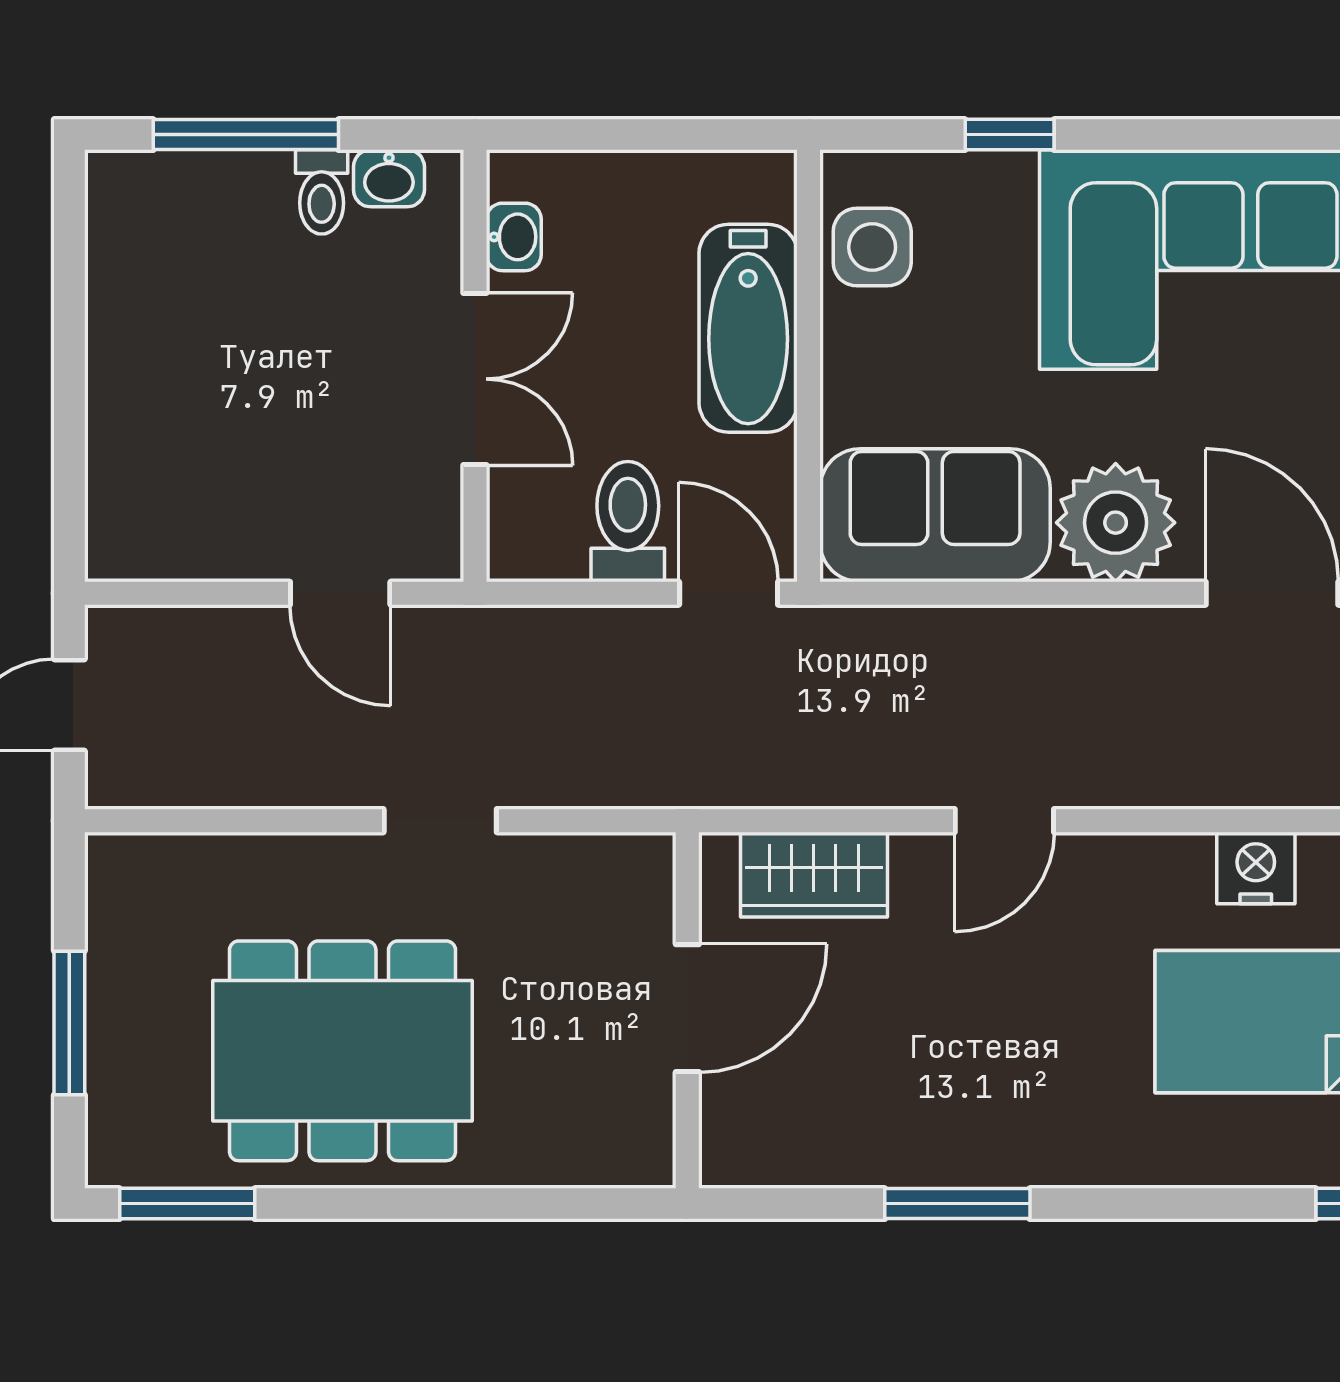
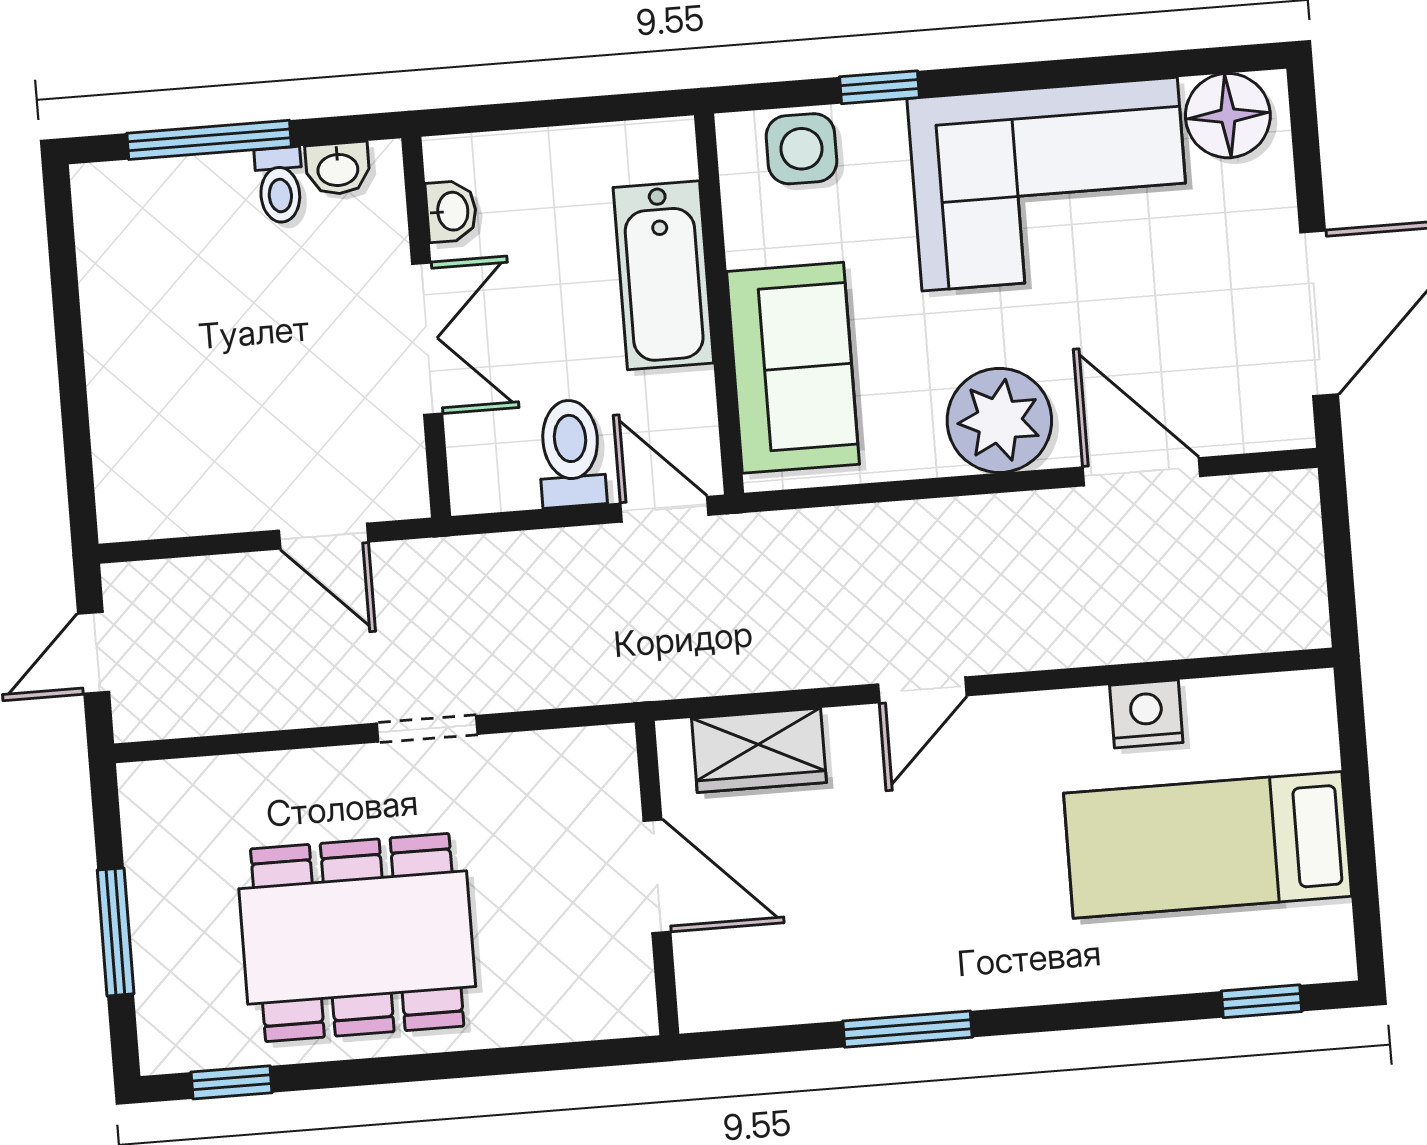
side table: (872, 247) -> (801, 149), moved
sofa: (935, 515) -> (793, 368), moved, turned 90
door: (687, 1008) -> (657, 876), hinge flipped
window: (187, 1204) -> (231, 1082), width x0.67

